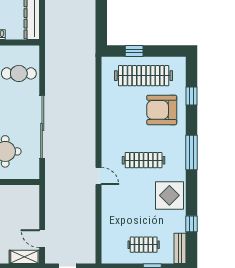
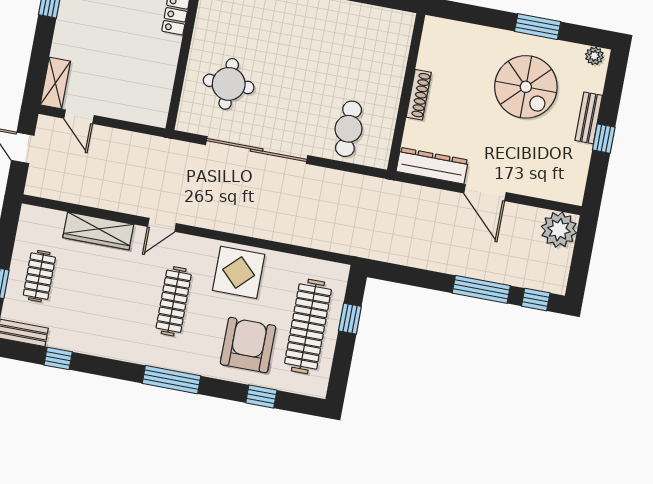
display table: (169, 195) -> (239, 272), moved
wardrobe: (109, 214) -> (98, 231), added
door: (42, 239) -> (79, 117), swing flipped

